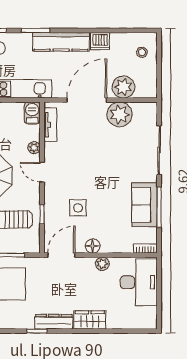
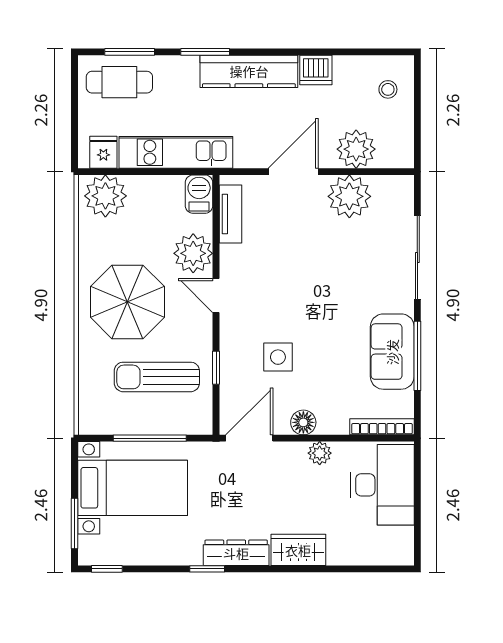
door: (87, 100) -> (293, 172), width x0.73
plant: (34, 148) -> (193, 253), width x1.87, depth x1.87
bookcase: (145, 248) -> (382, 427), width x1.56

